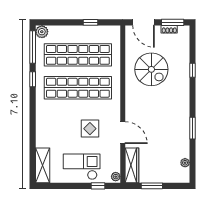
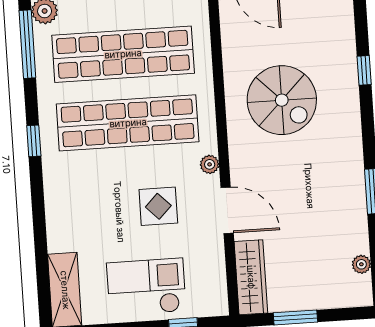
spiral stairs: (151, 69) -> (282, 100), moved
window: (33, 79) -> (34, 141), moved
plant: (116, 177) -> (210, 164), moved

